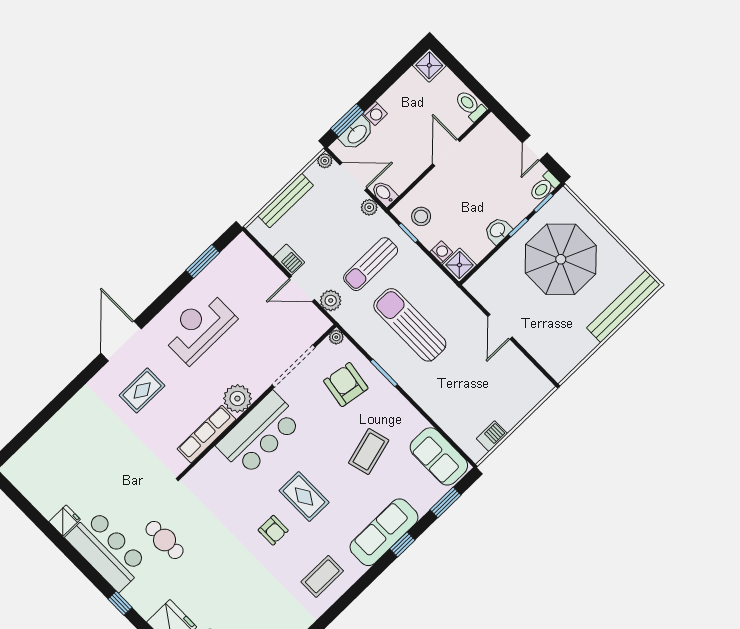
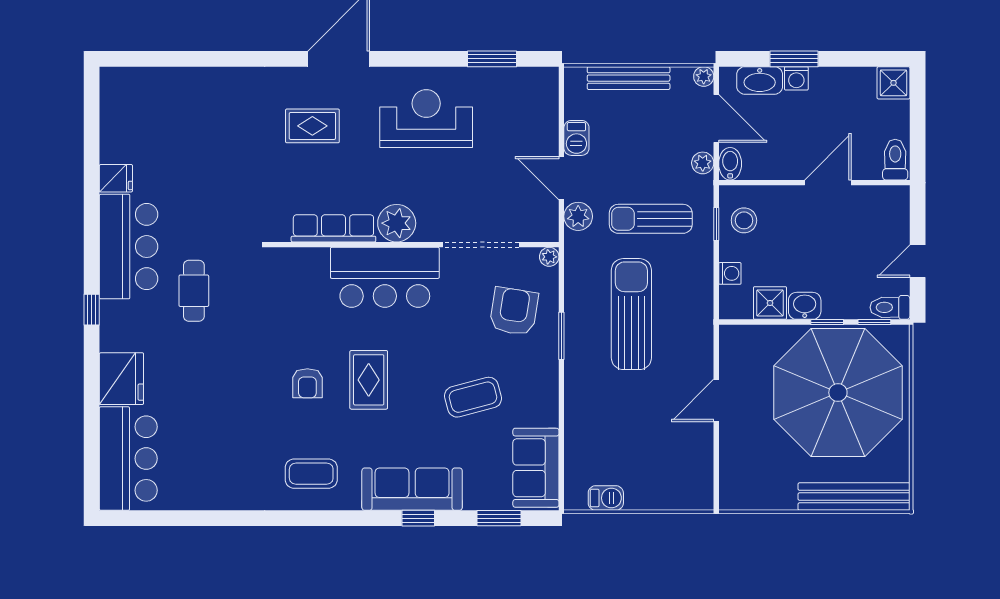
window: (347, 120) -> (794, 59), moved
parasol: (561, 259) -> (838, 393), width x1.36, depth x1.36
shower: (459, 265) -> (770, 303), moved

